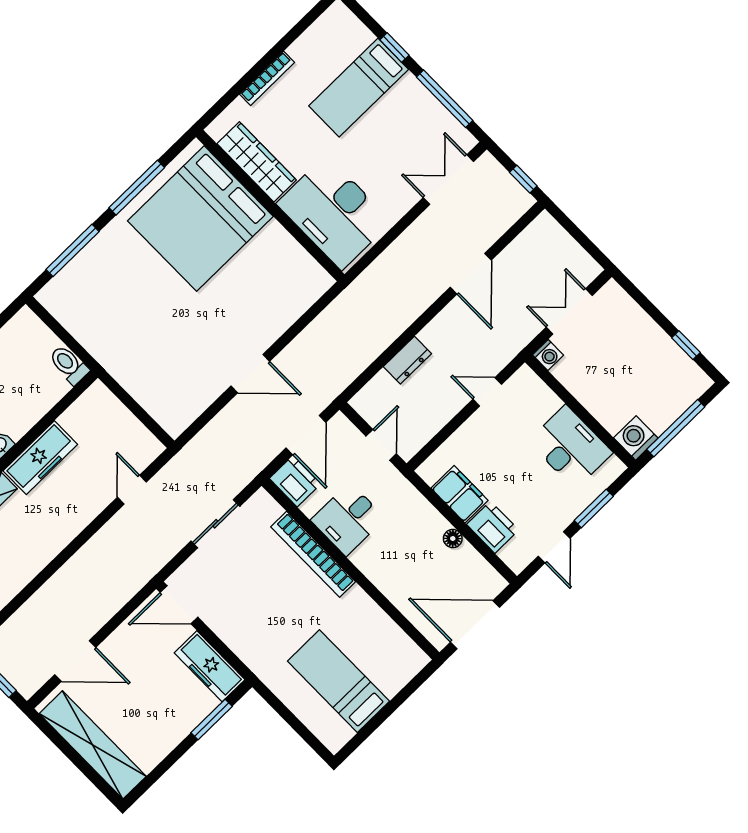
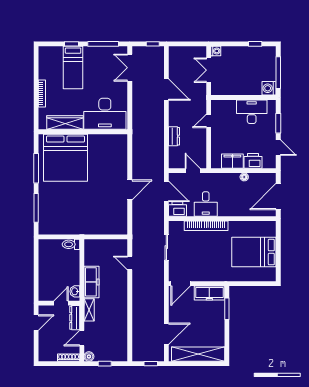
washing machine: (548, 355) -> (216, 51), moved
bed: (338, 681) -> (254, 252), width x1.50

